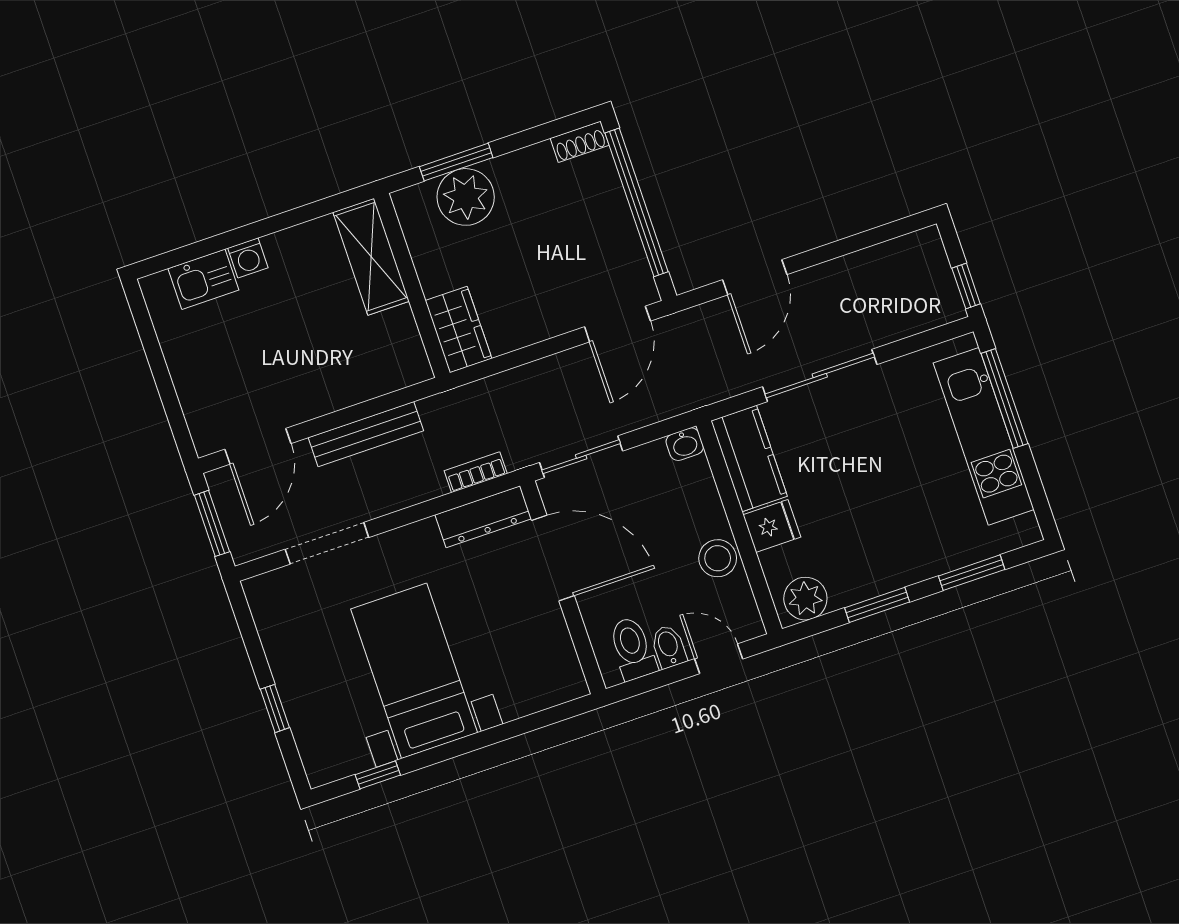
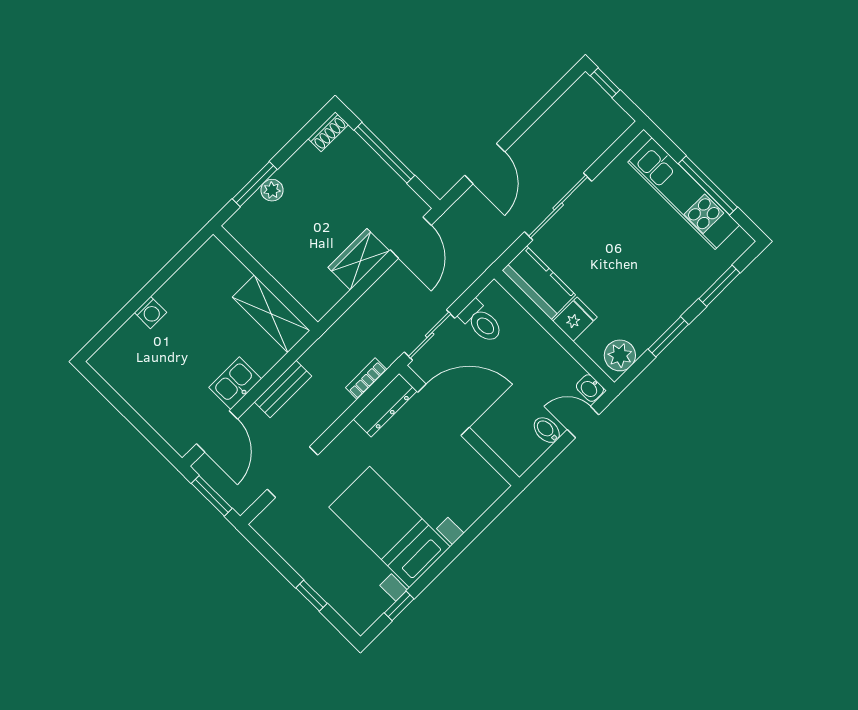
plant: (466, 197) -> (272, 190), width x0.53, depth x0.53
window: (637, 202) -> (384, 153), width x0.68
shelving: (371, 257) -> (271, 314), moved
kitchen sink: (203, 279) -> (235, 383), moved, turned 180
window: (966, 286) -> (605, 83), moved
wardrobe: (458, 330) -> (359, 259), moved, turned -90
window: (1004, 398) -> (708, 185), moved
bench: (366, 434) -> (283, 389), width x0.73
washbasin: (685, 444) -> (590, 388), moved, turned 90
stool: (718, 558) -> (550, 357), removed
toilet: (633, 649) -> (481, 322), moved, turned 180

